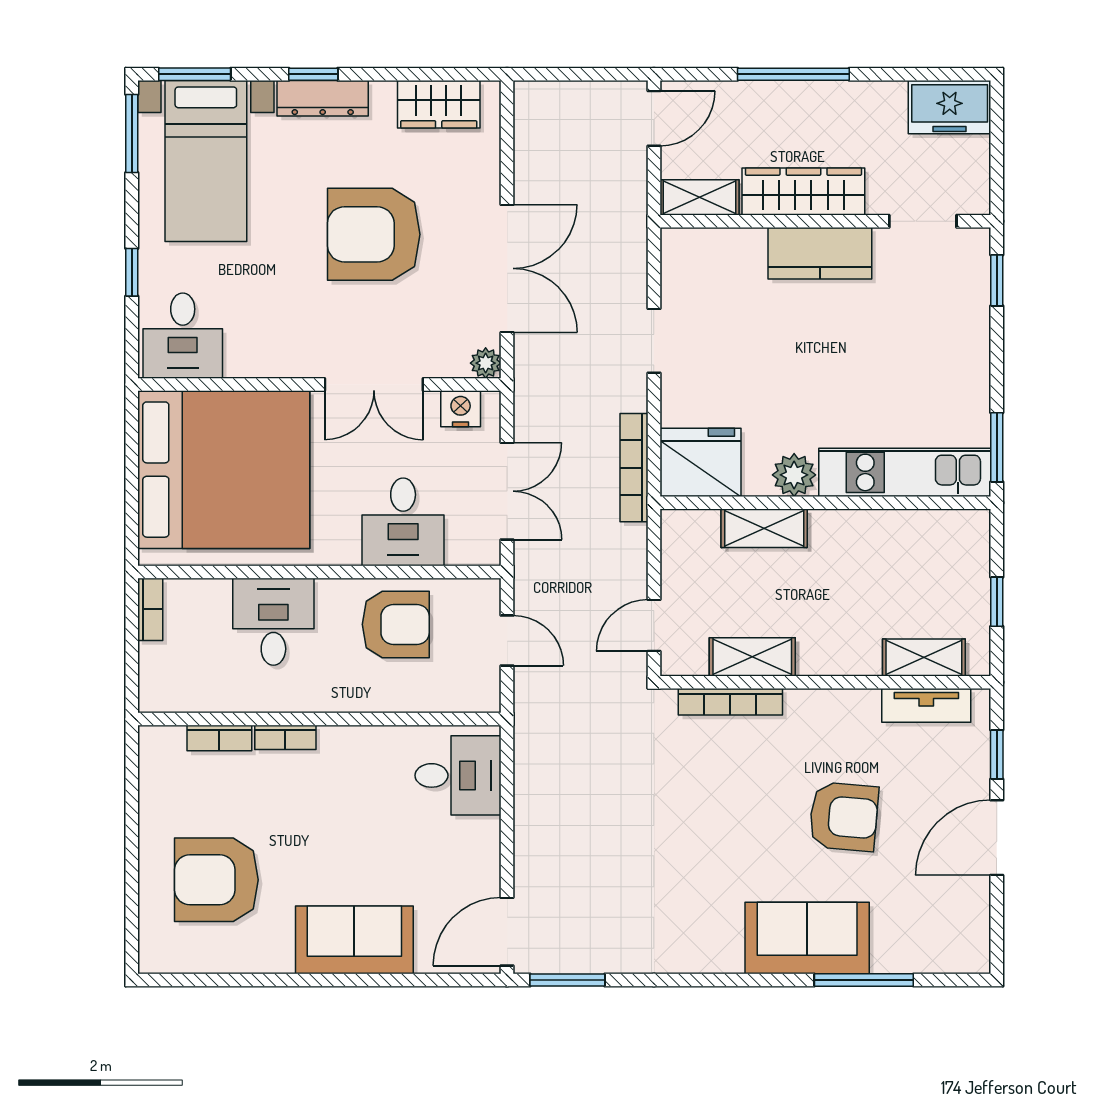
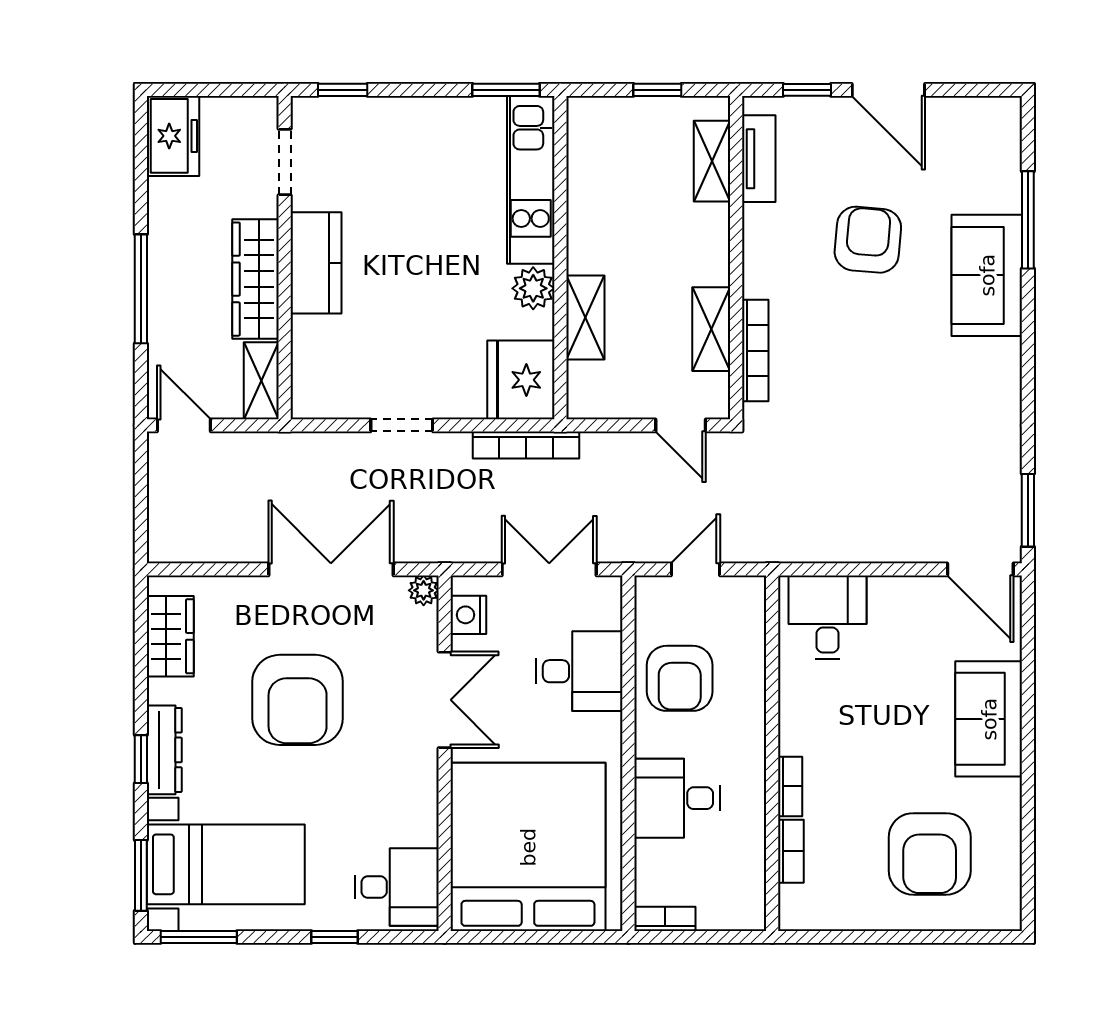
armchair: (396, 624) -> (680, 678), turned 180

